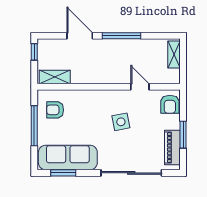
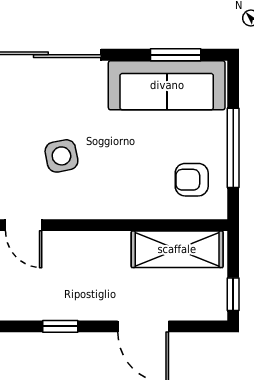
window: (121, 36) -> (60, 326), width x0.46
shelving: (55, 77) -> (177, 249), width x1.50, depth x1.33
armchair: (55, 110) -> (192, 180), turned 180

